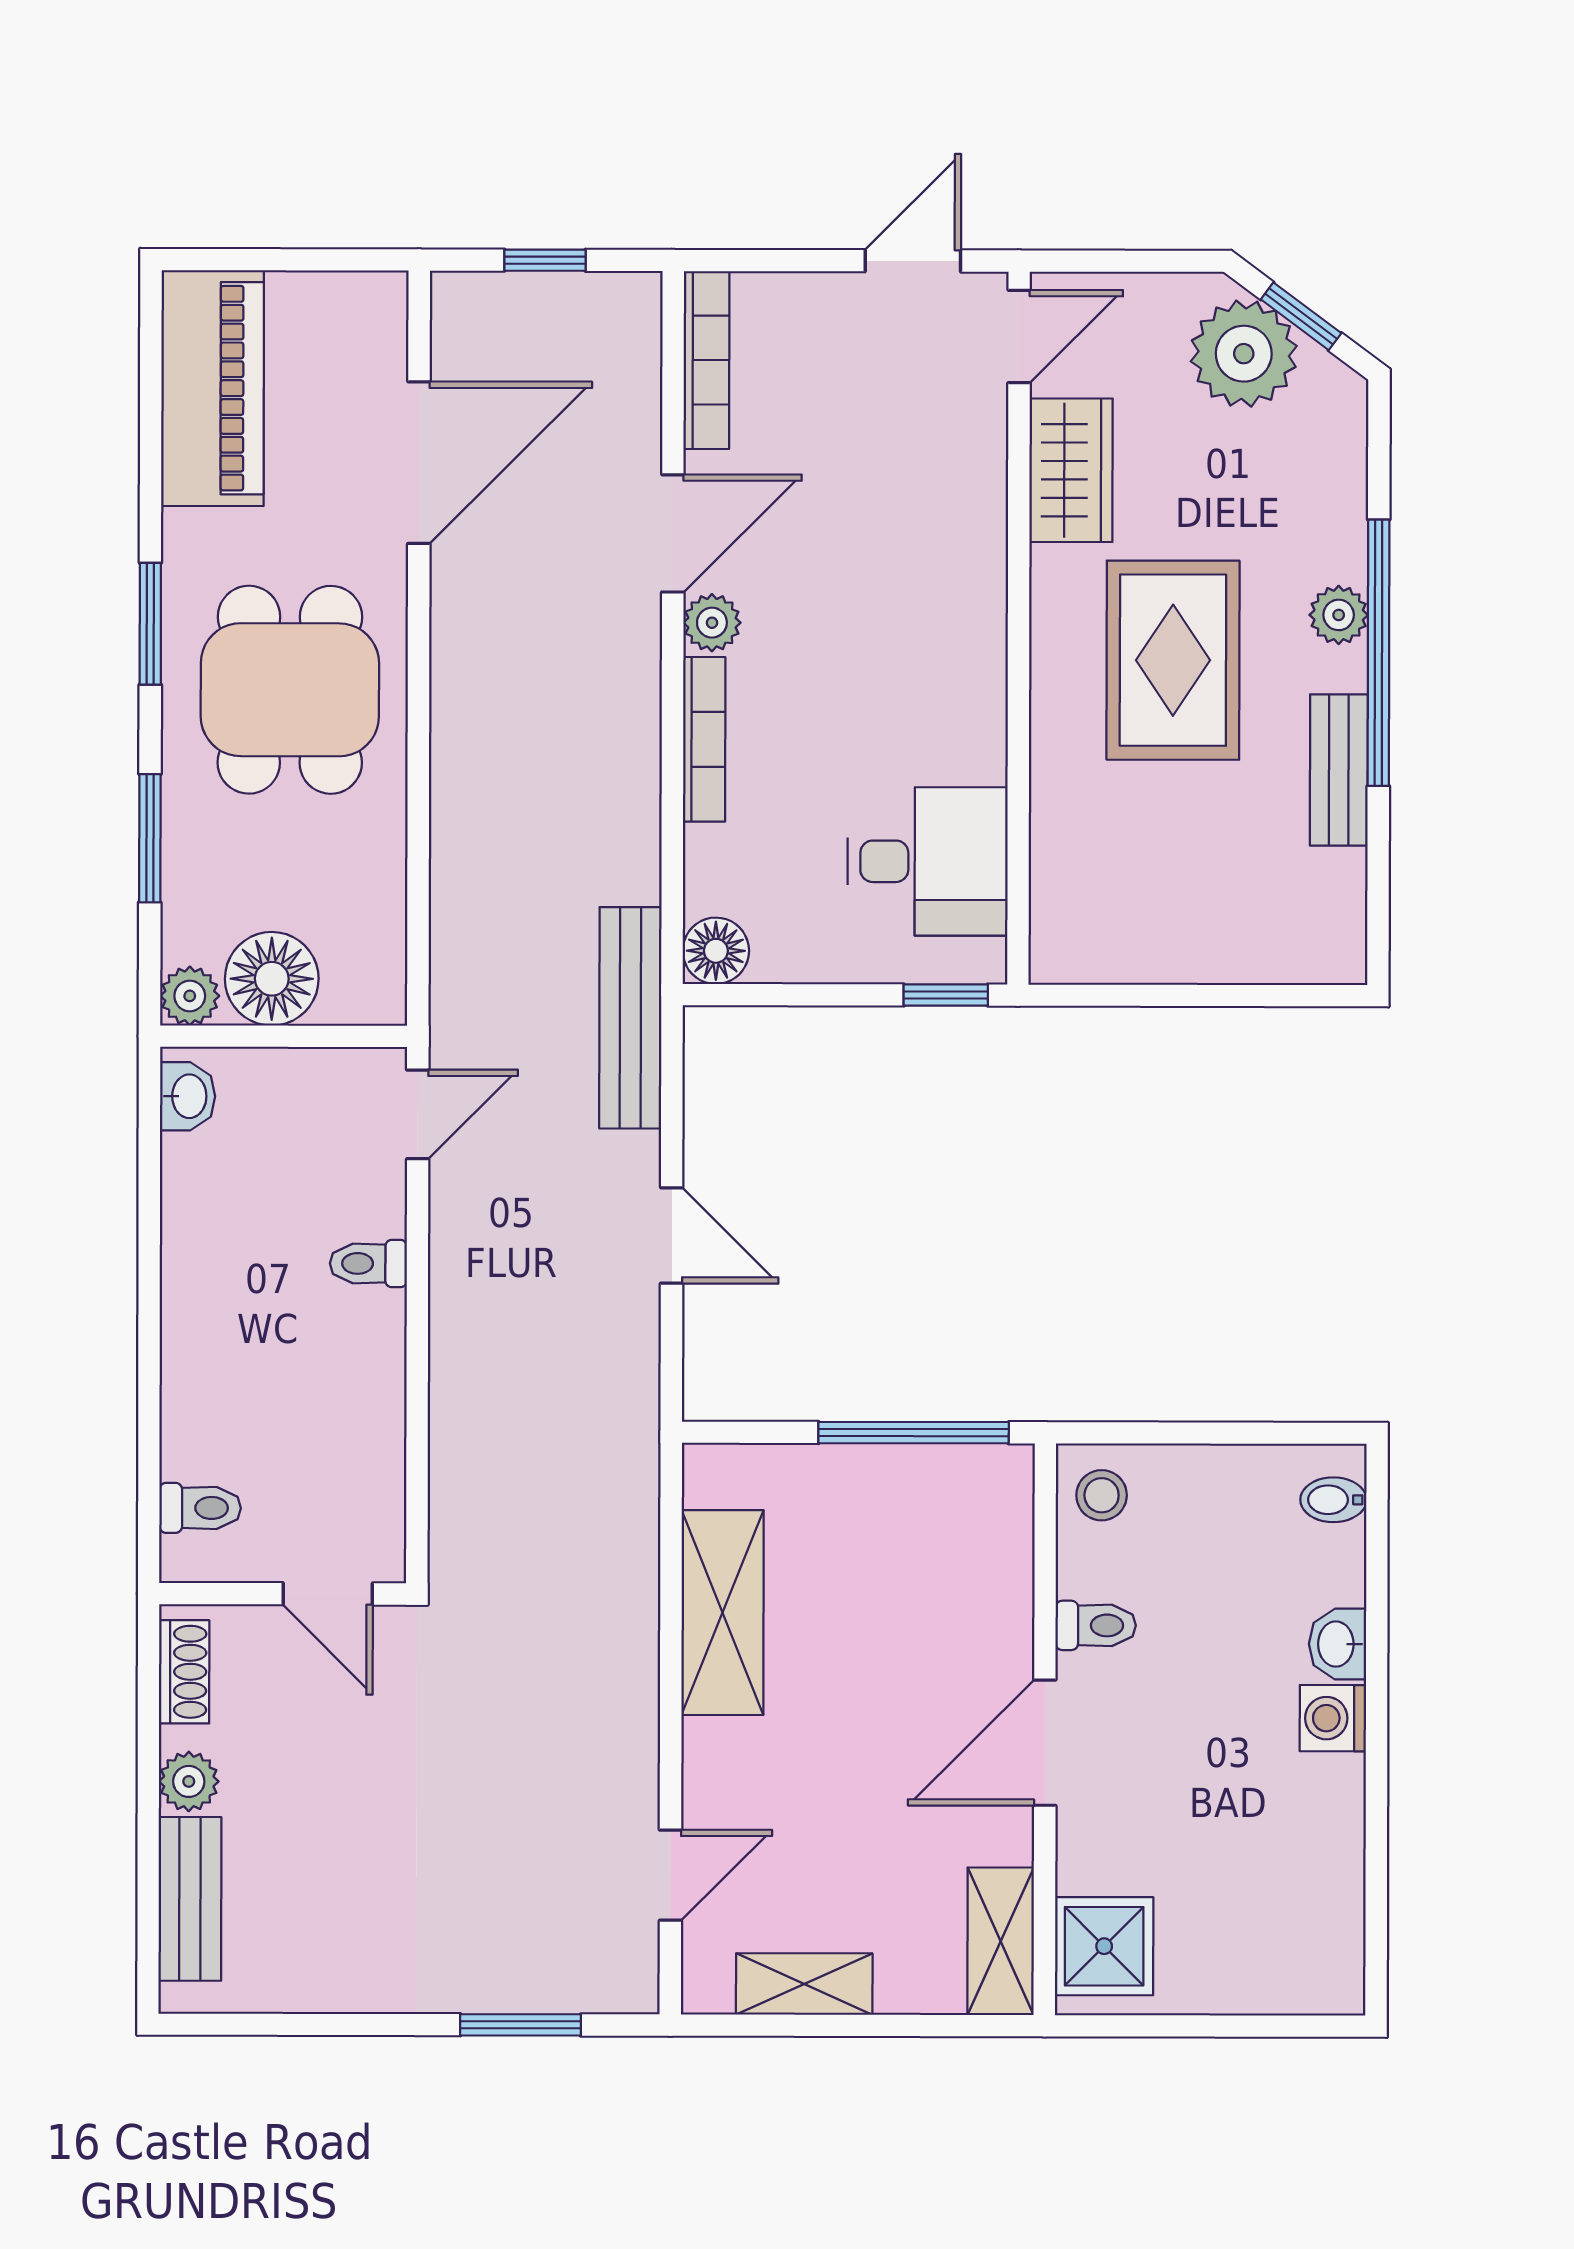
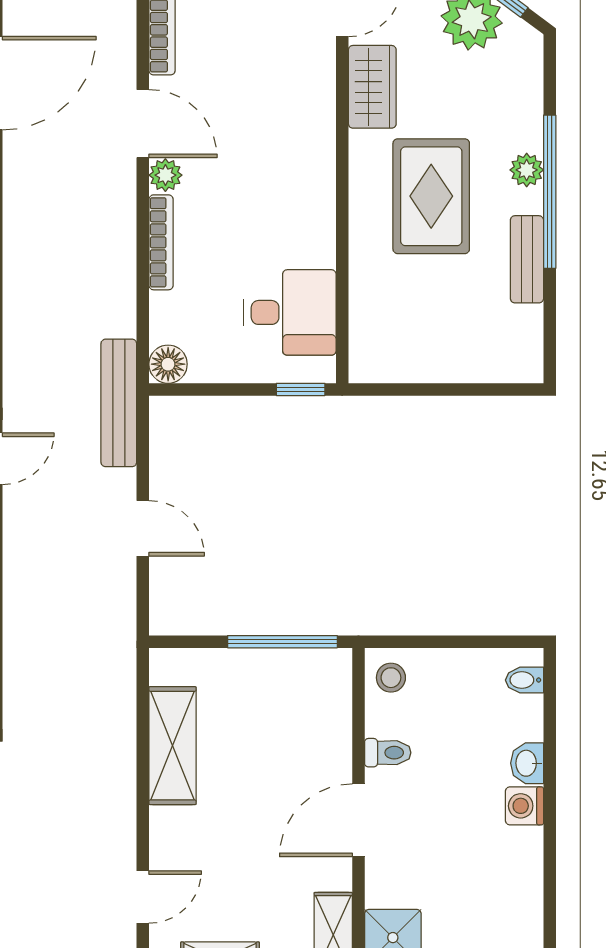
door: (673, 533) -> (143, 124), hinge flipped

